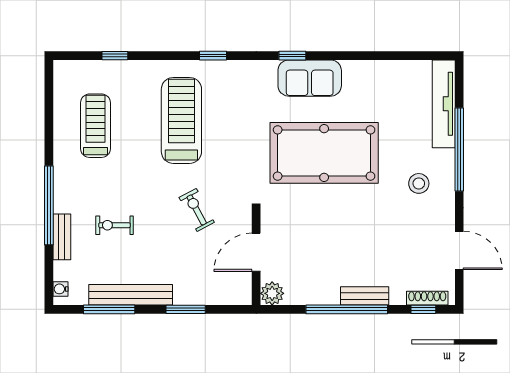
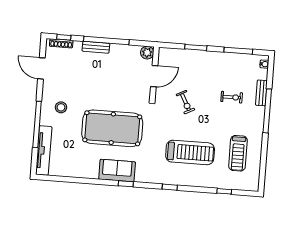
treadmill: (181, 120) -> (190, 152), turned -90
bench: (131, 295) -> (226, 58), removed

